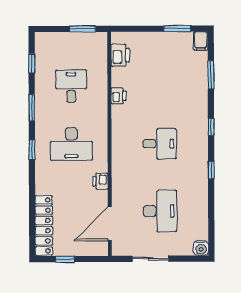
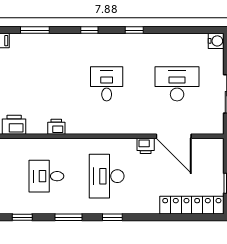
desk: (71, 144) -> (107, 176), turned 180
door: (110, 224) -> (174, 136), moved

